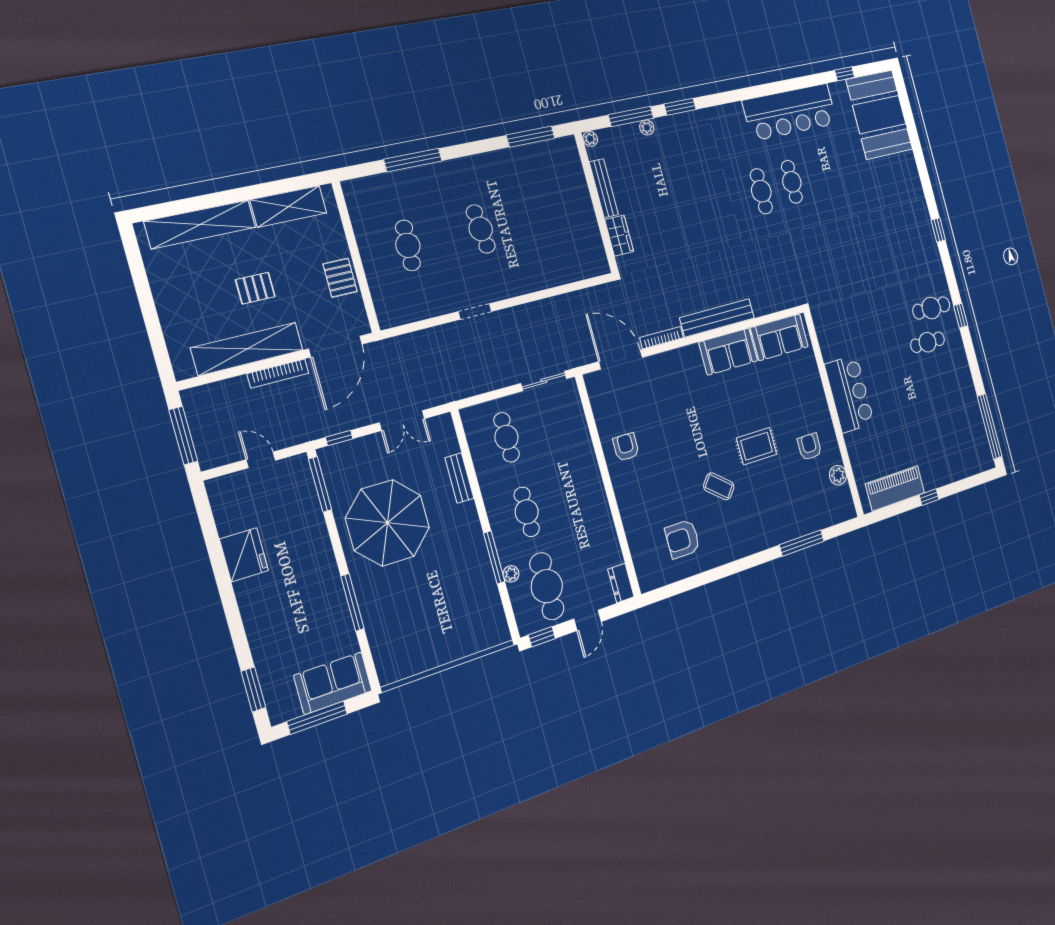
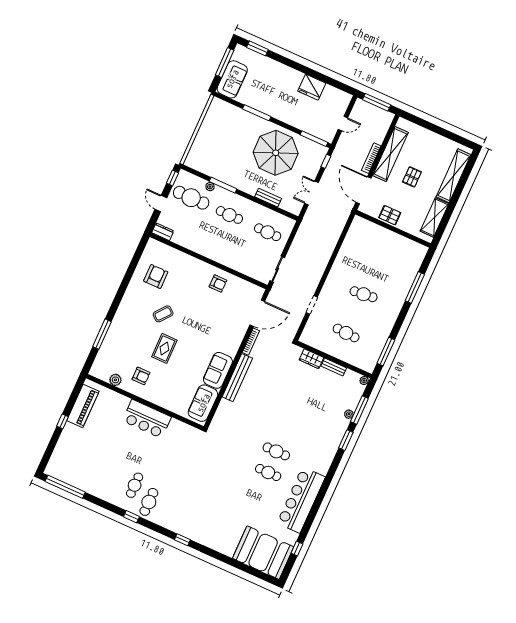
bench: (604, 188) -> (334, 367), width x0.73
cafe table: (408, 245) -> (346, 333), moved
doorway: (475, 311) -> (312, 305), moved

